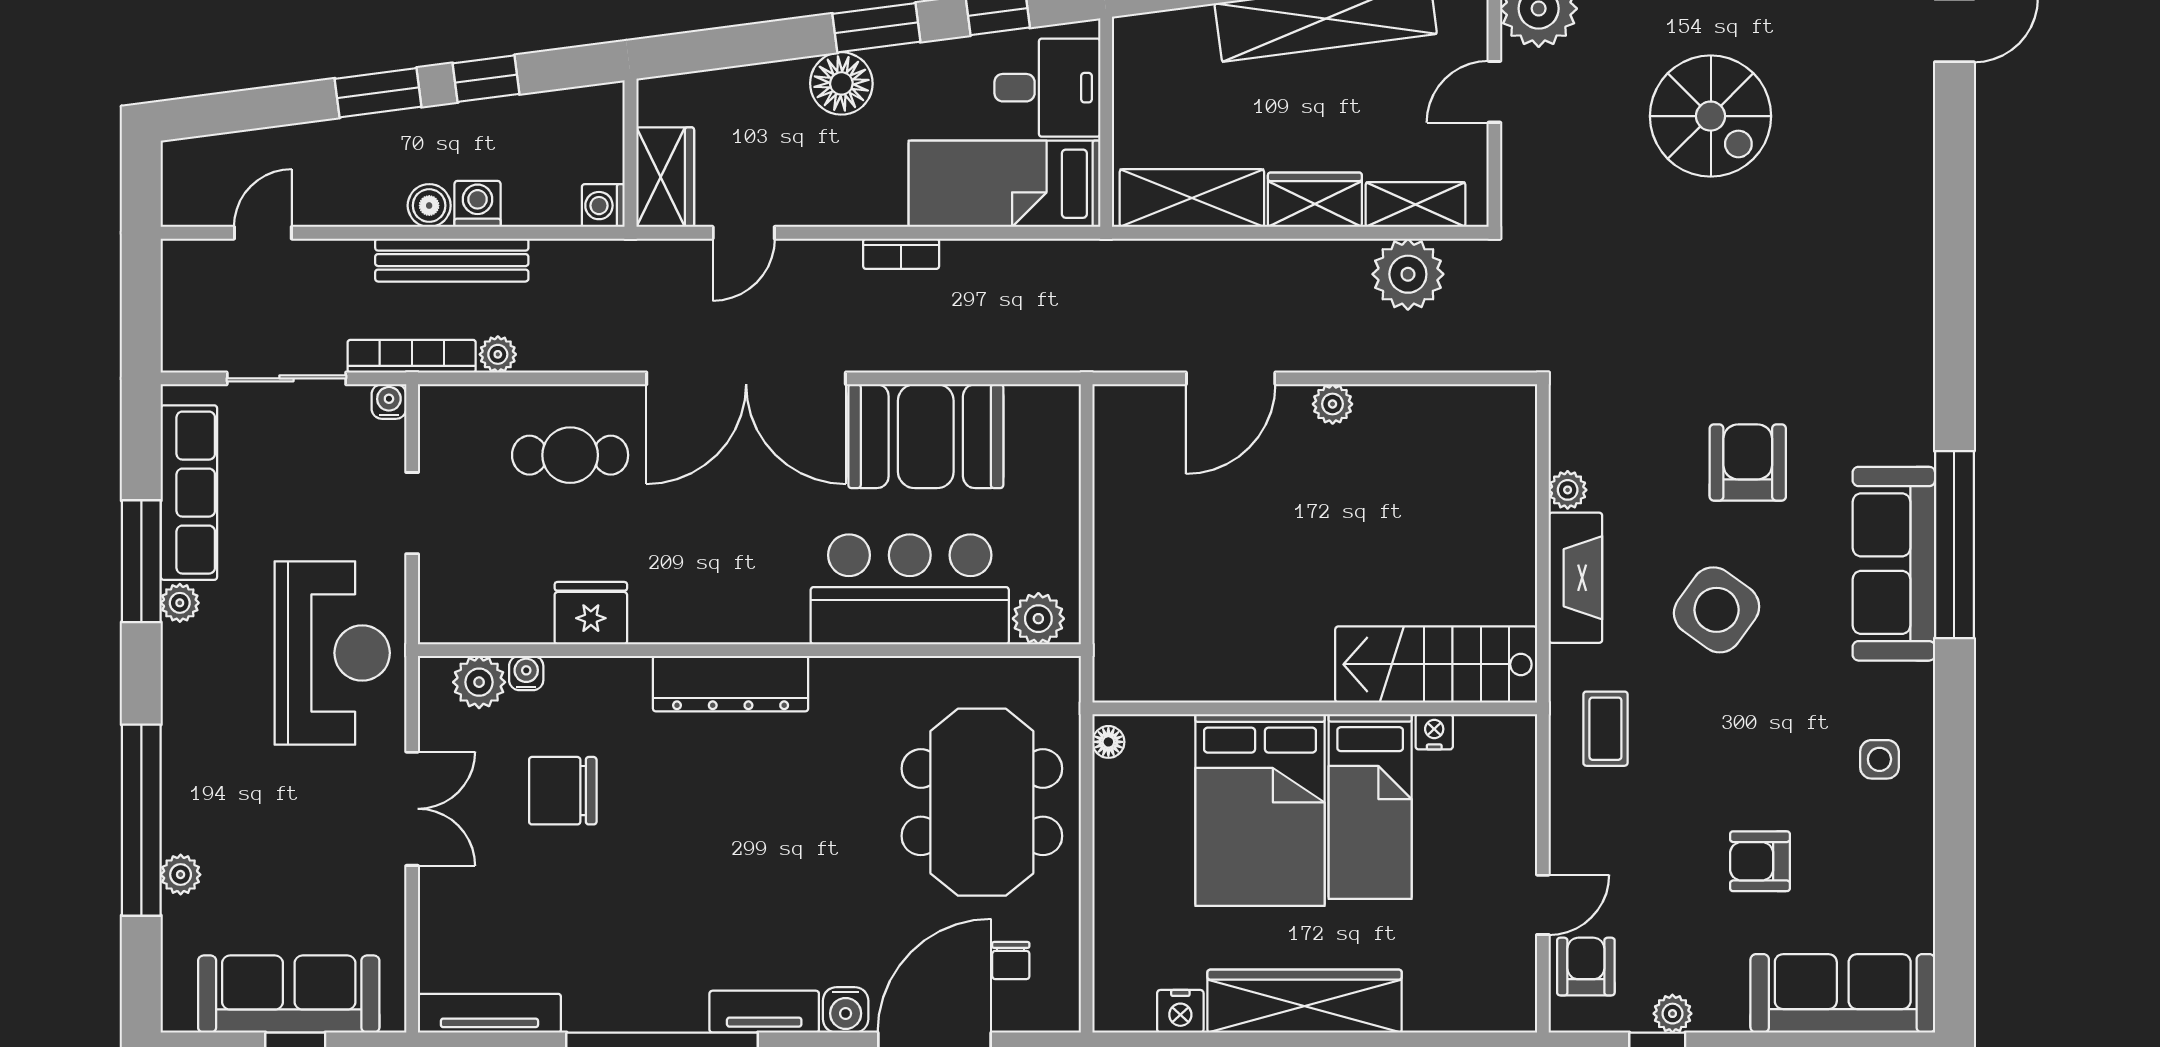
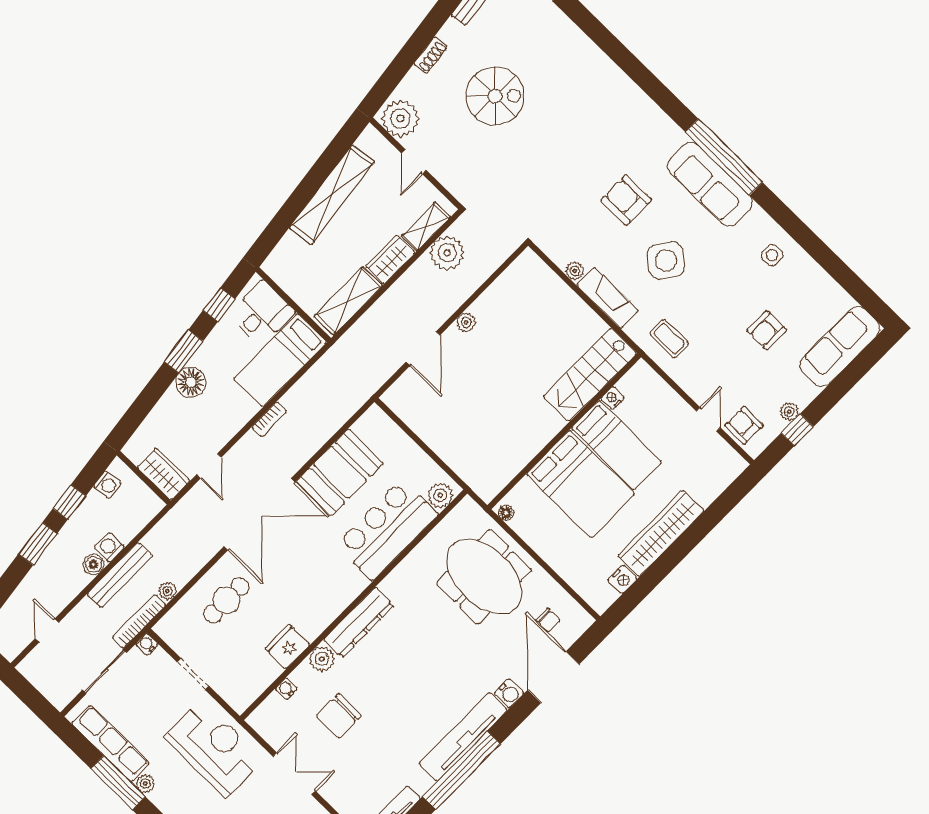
washing machine: (603, 206) -> (107, 485), moved, turned -97
plant: (479, 682) -> (322, 659), moved
tv unit: (764, 1012) -> (463, 737), width x1.92, depth x1.29

